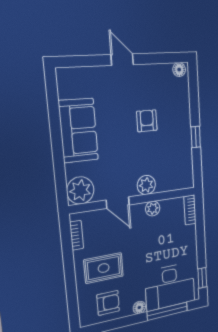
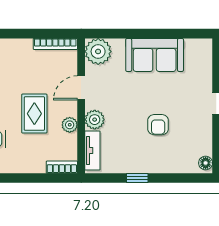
armchair: (147, 121) -> (158, 125), turned 90
tv unit: (174, 183) -> (92, 150), added
bookcase: (77, 235) -> (55, 44), width x1.56
rug: (104, 268) -> (34, 114), moved

